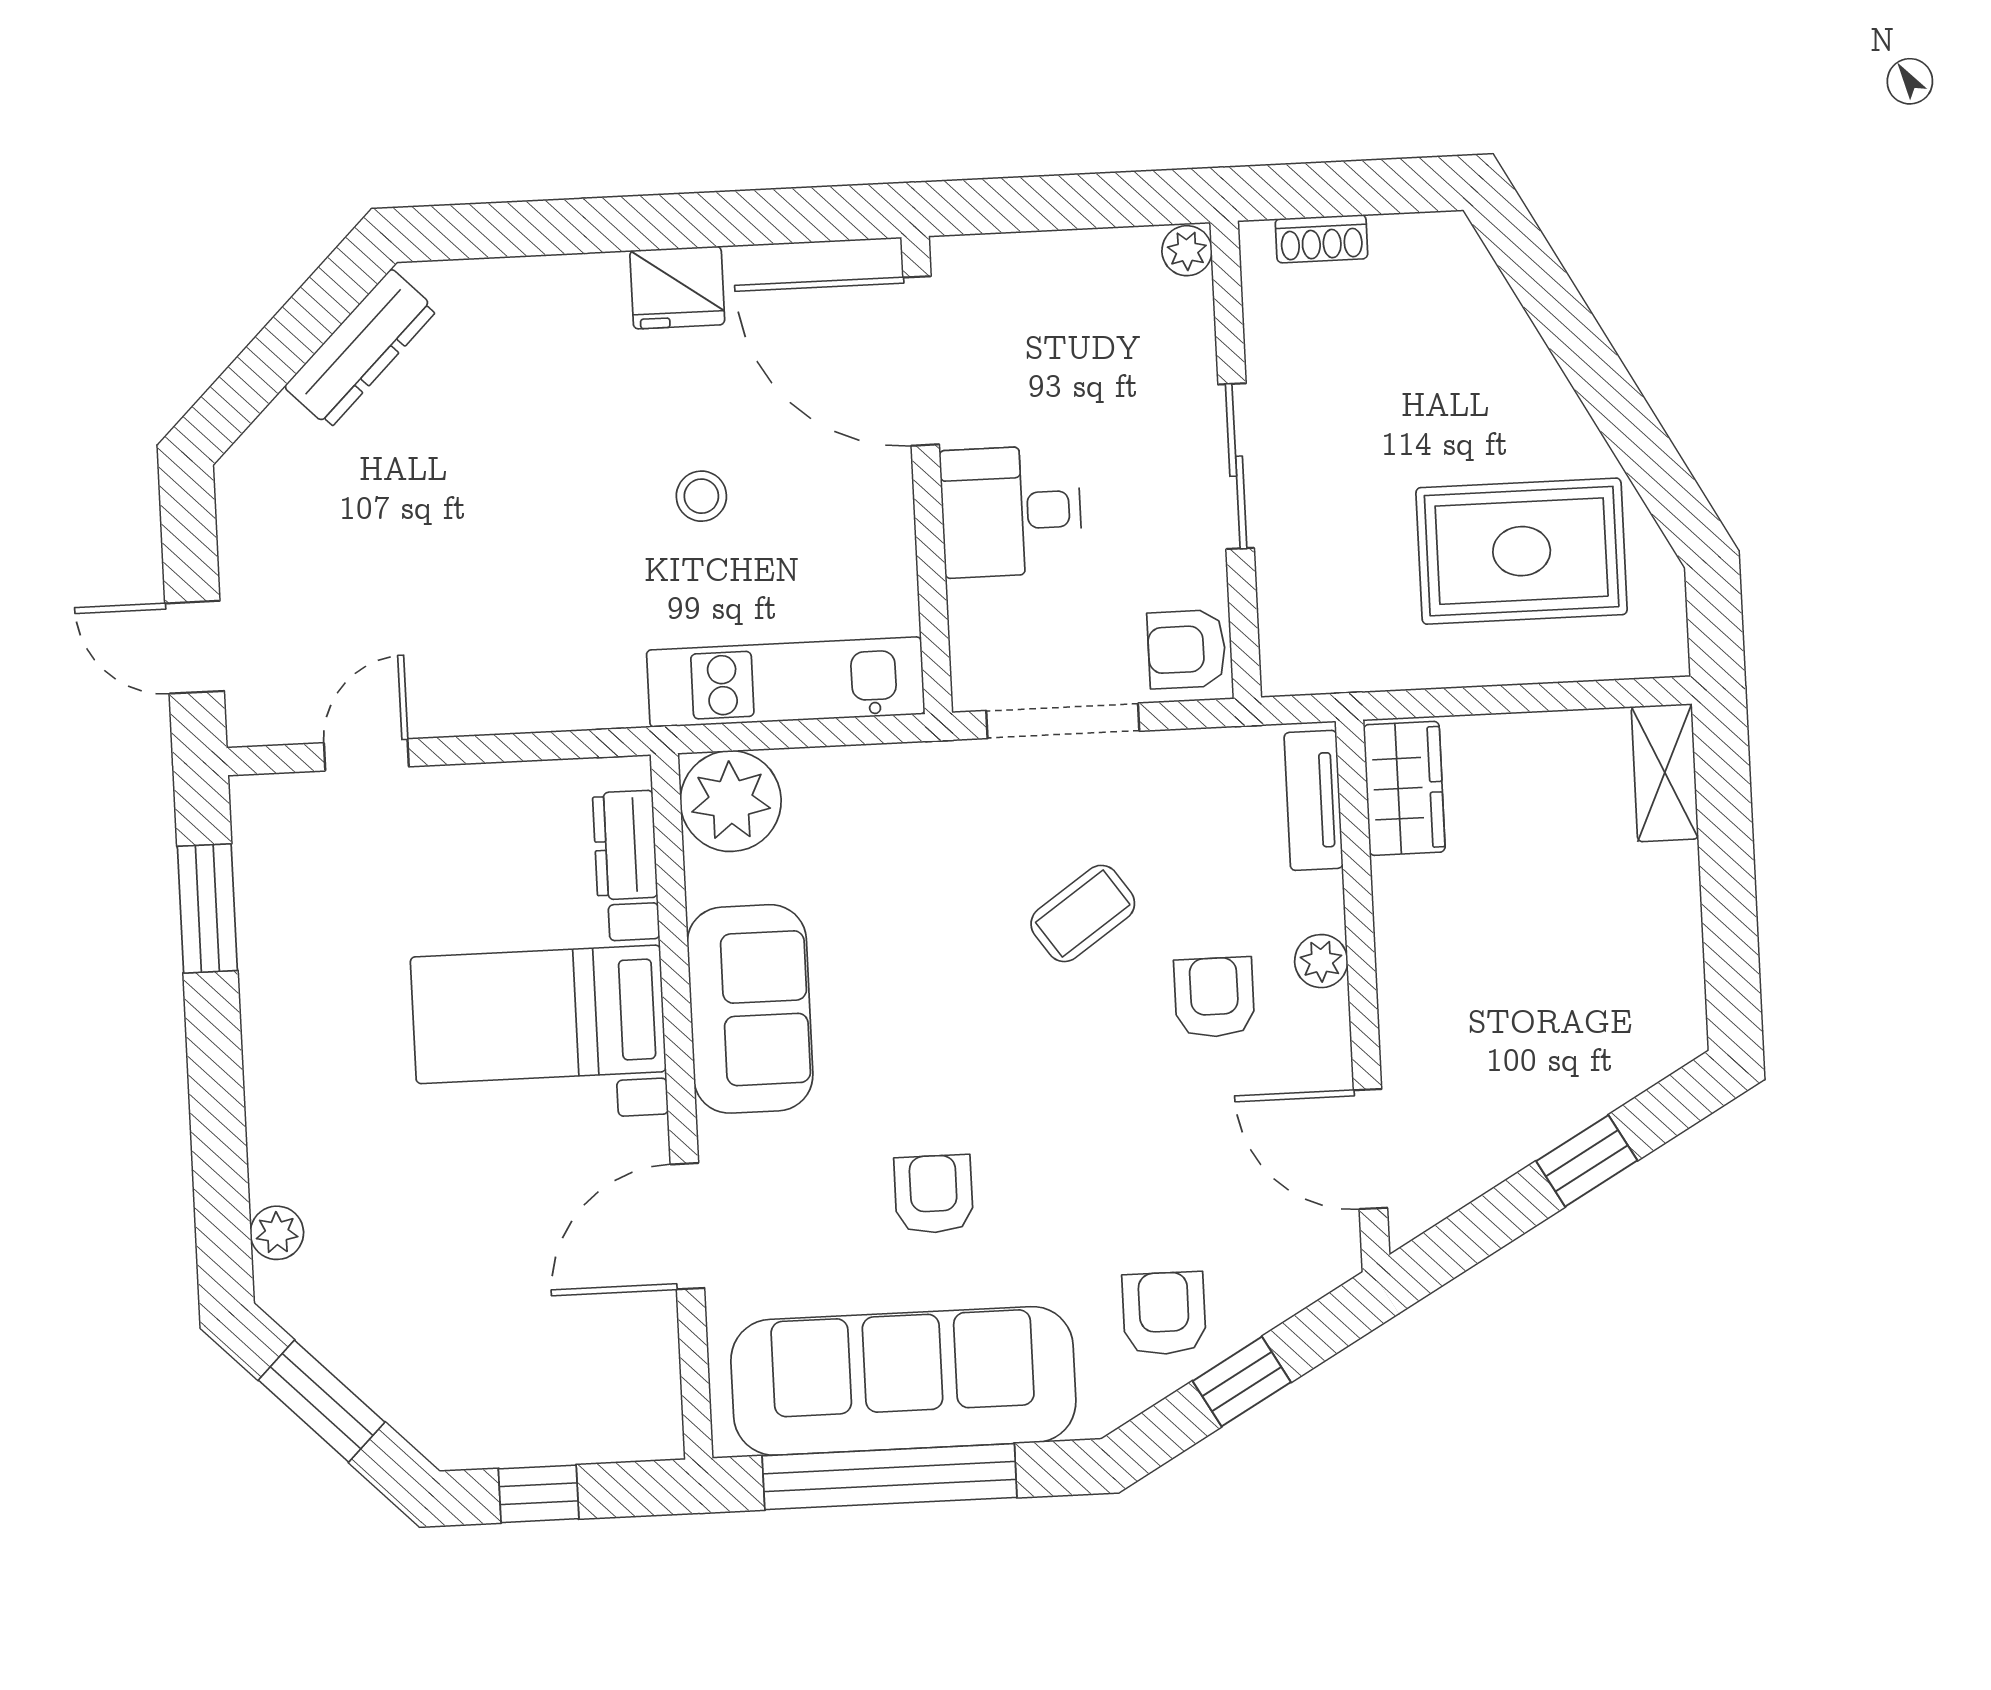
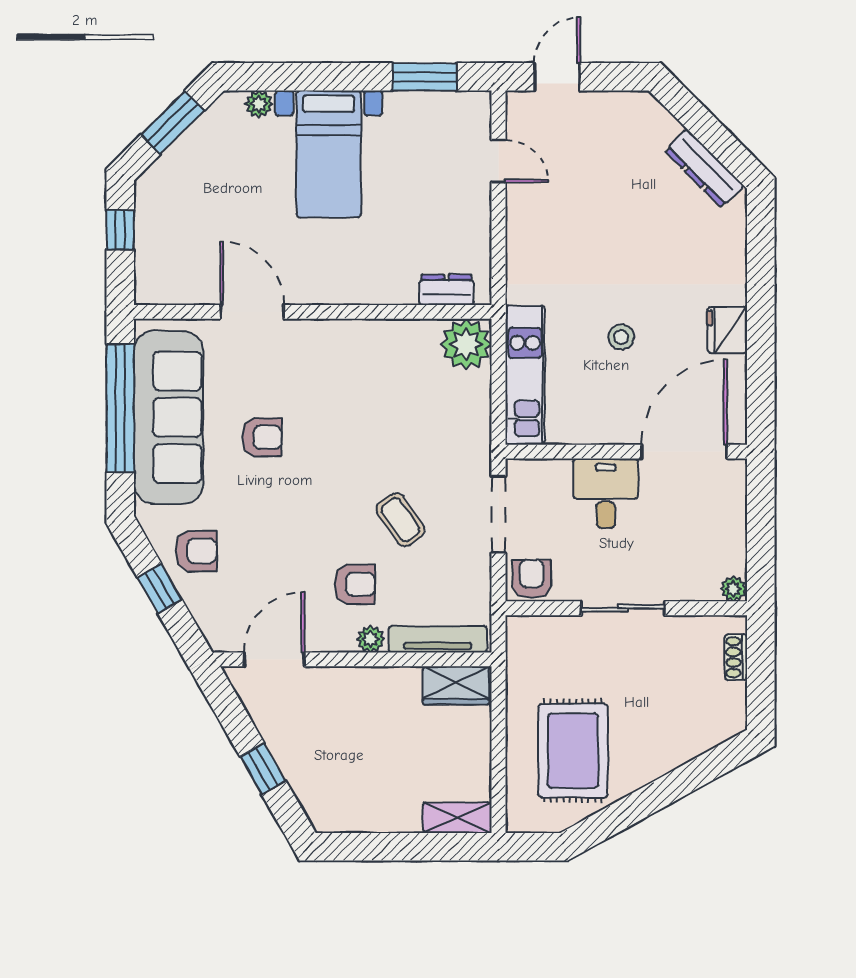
tv unit: (1314, 800) -> (438, 639), width x1.41
sofa: (750, 1009) -> (360, 349), removed
bed with nightstands: (538, 1014) -> (329, 154), moved, turned 180

